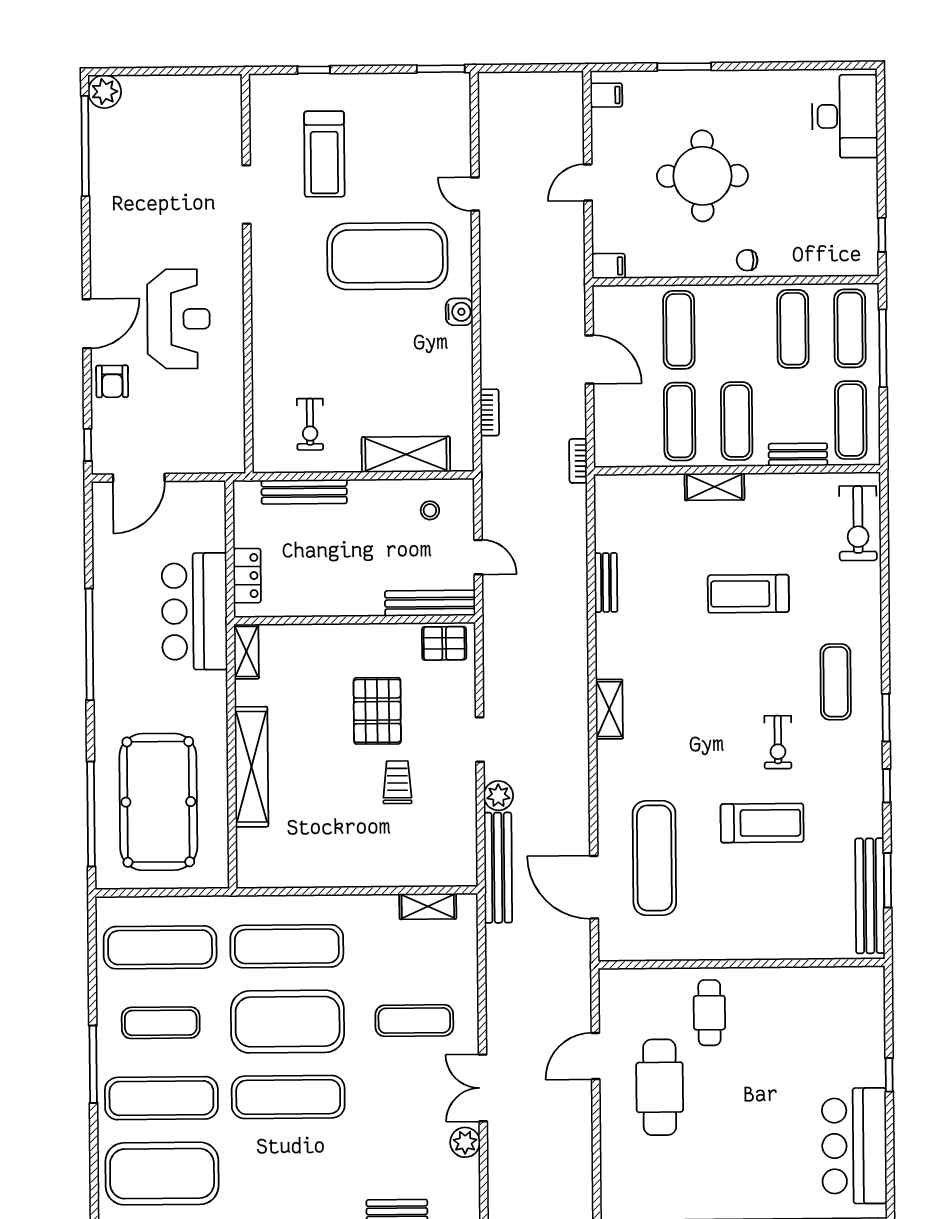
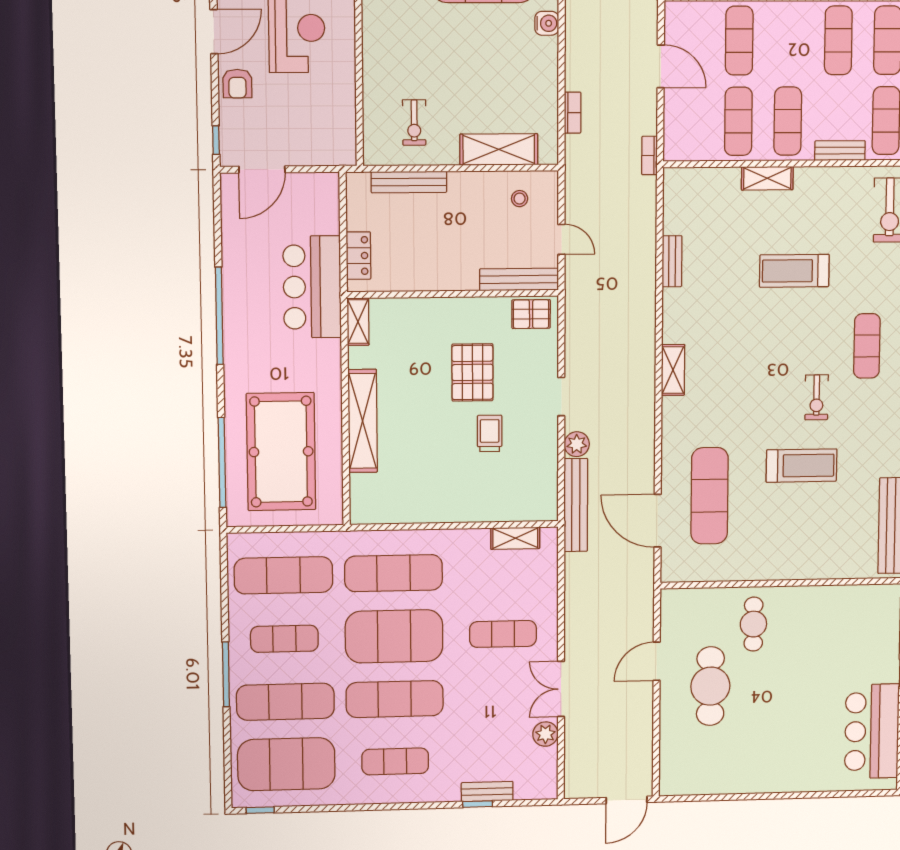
exercise mat: (289, 1172) -> (395, 761), added

